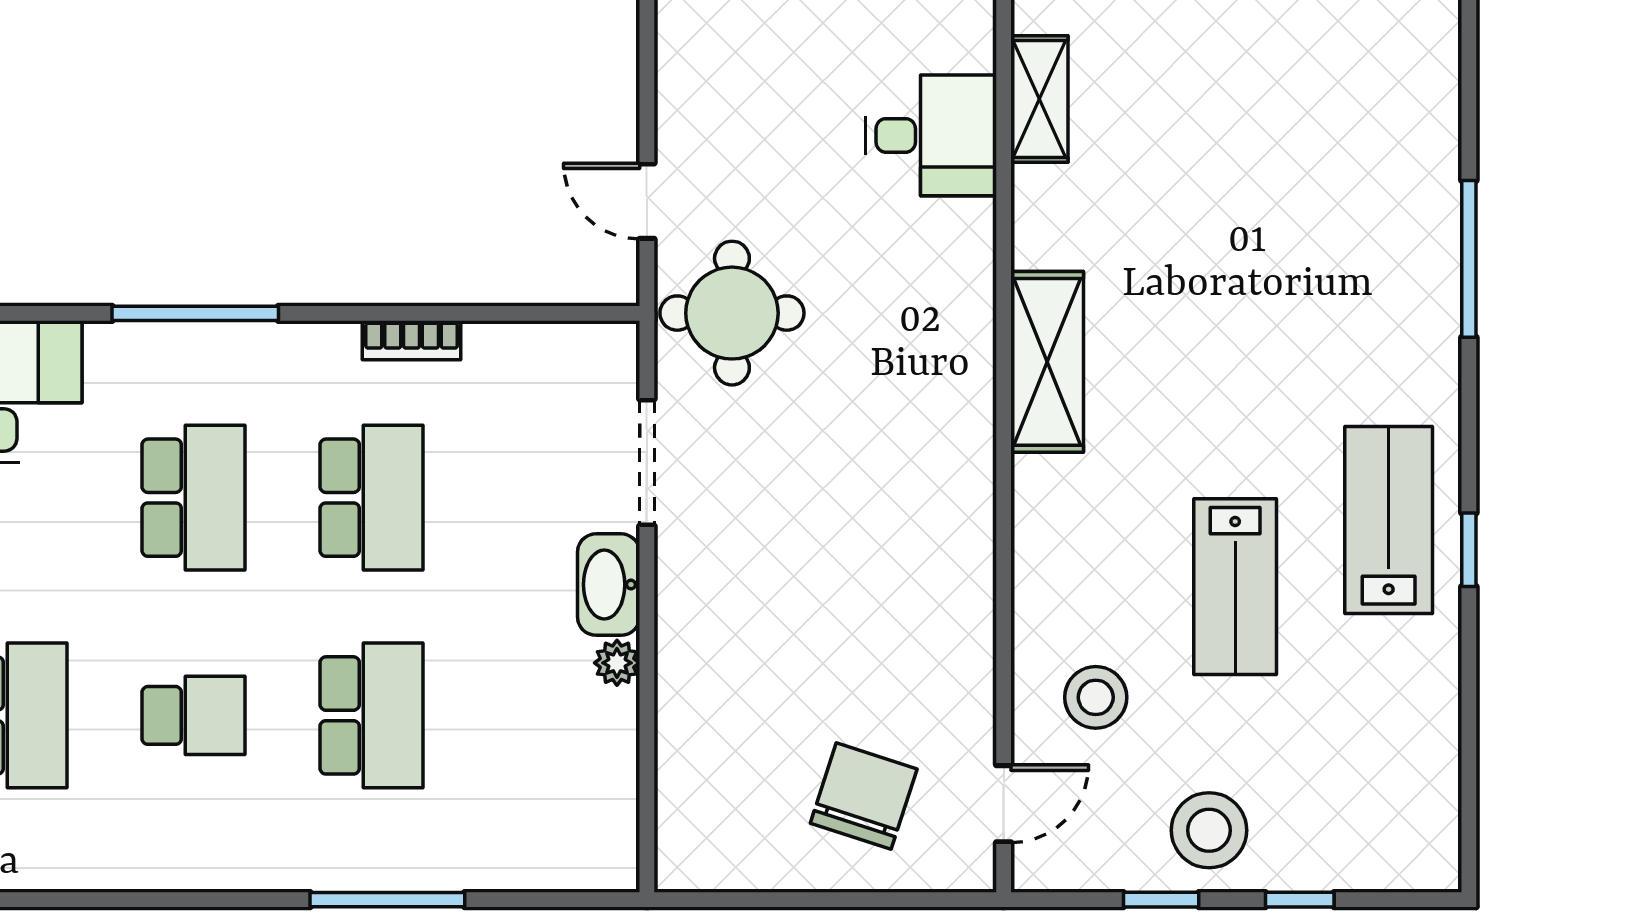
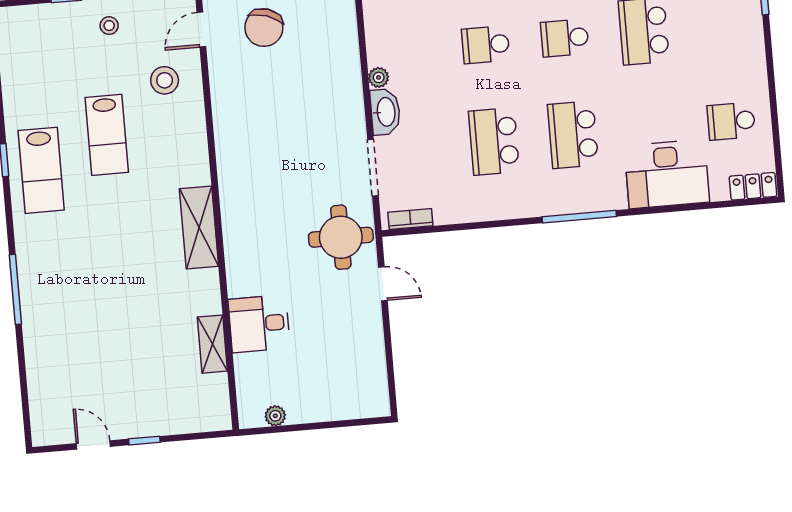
bookcase: (412, 340) -> (410, 219), moved
lab bench: (1235, 587) -> (107, 135), turned 180
school desk: (372, 715) -> (486, 45), width x0.54
stool: (1209, 830) -> (109, 26), width x0.53, depth x0.53

